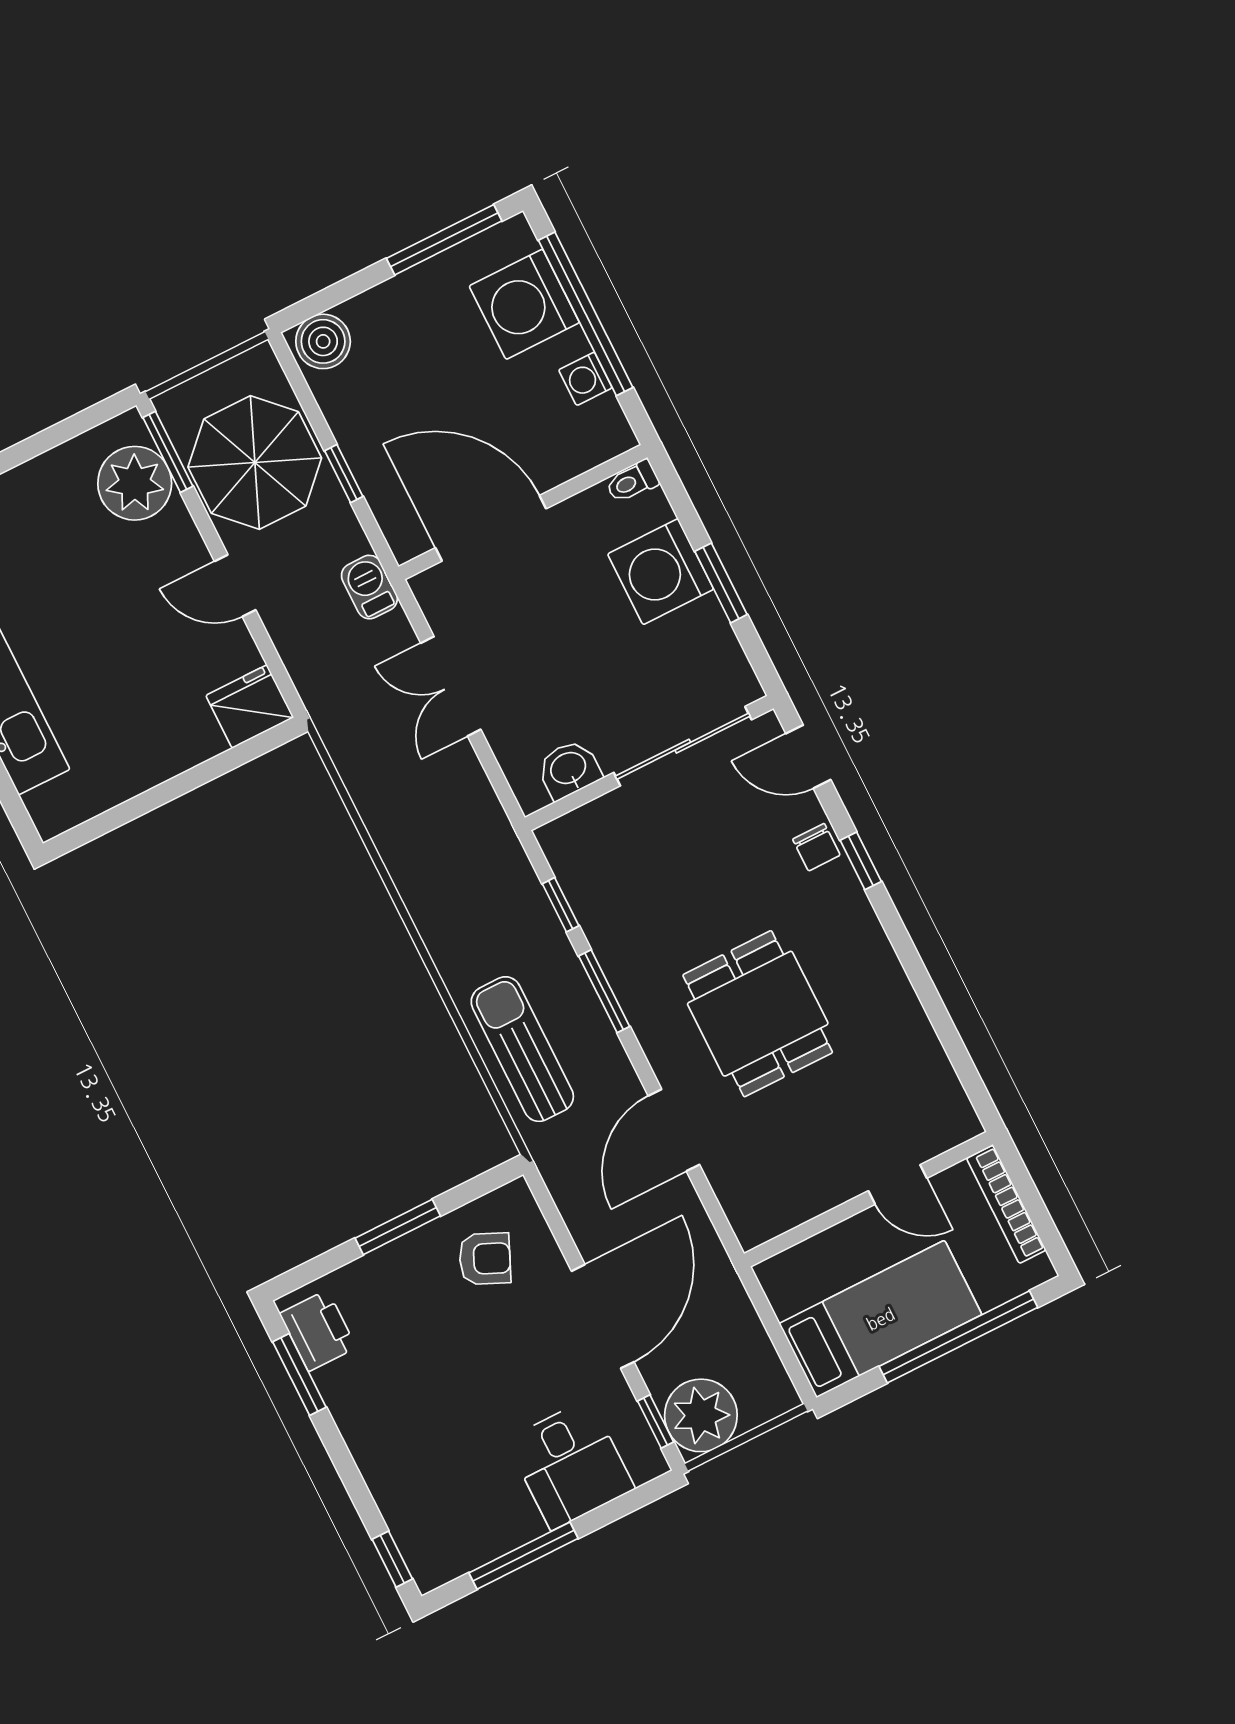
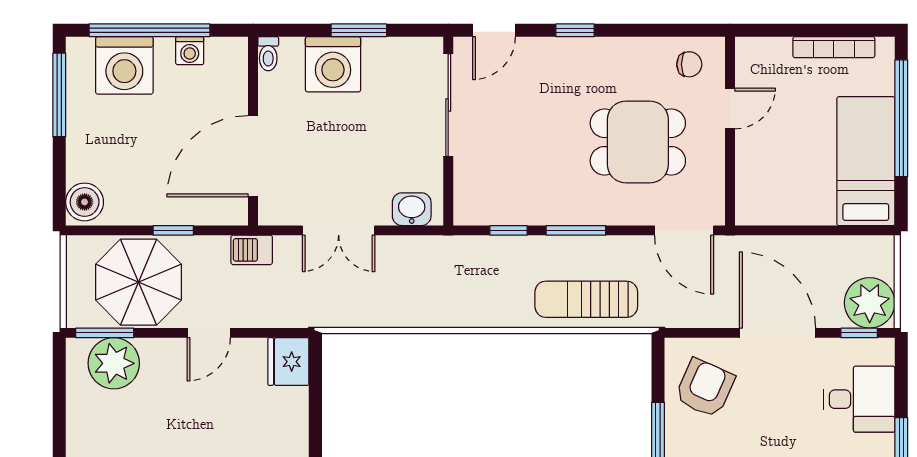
washbasin: (569, 769) -> (412, 209), moved, turned 90
chair: (816, 847) -> (689, 64), moved
door: (898, 1184) -> (730, 108), moved
wall: (868, 1199) -> (730, 131), moved
armchair: (485, 1259) -> (705, 388), width x1.38, depth x1.38

